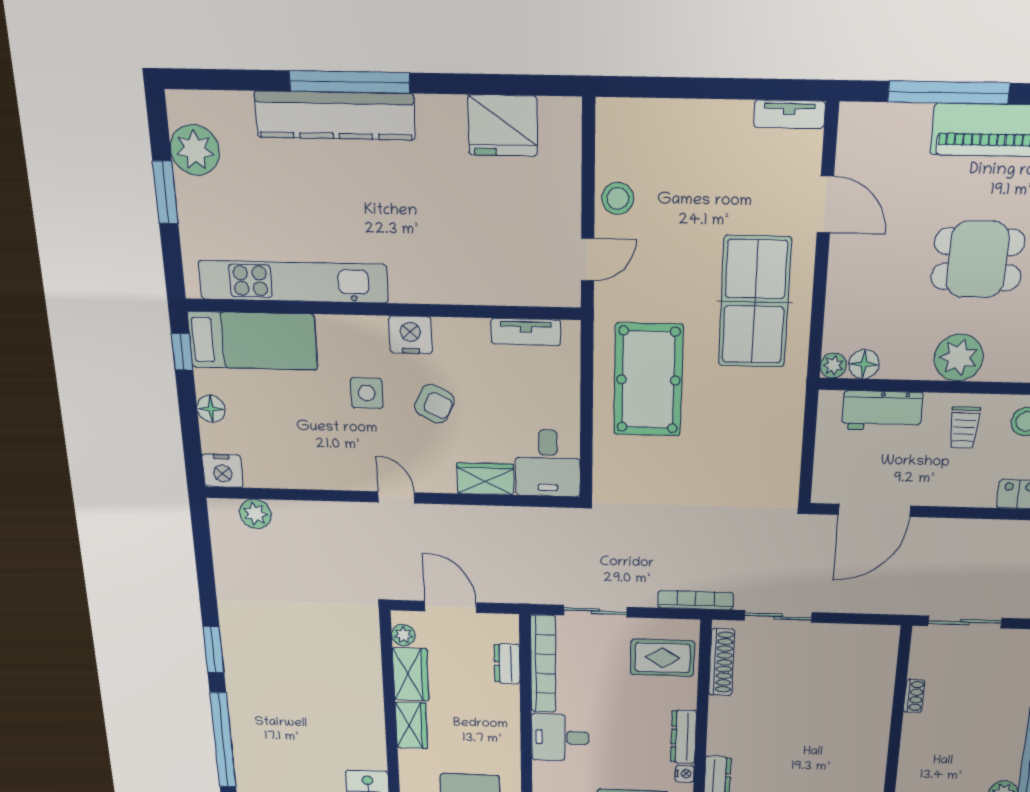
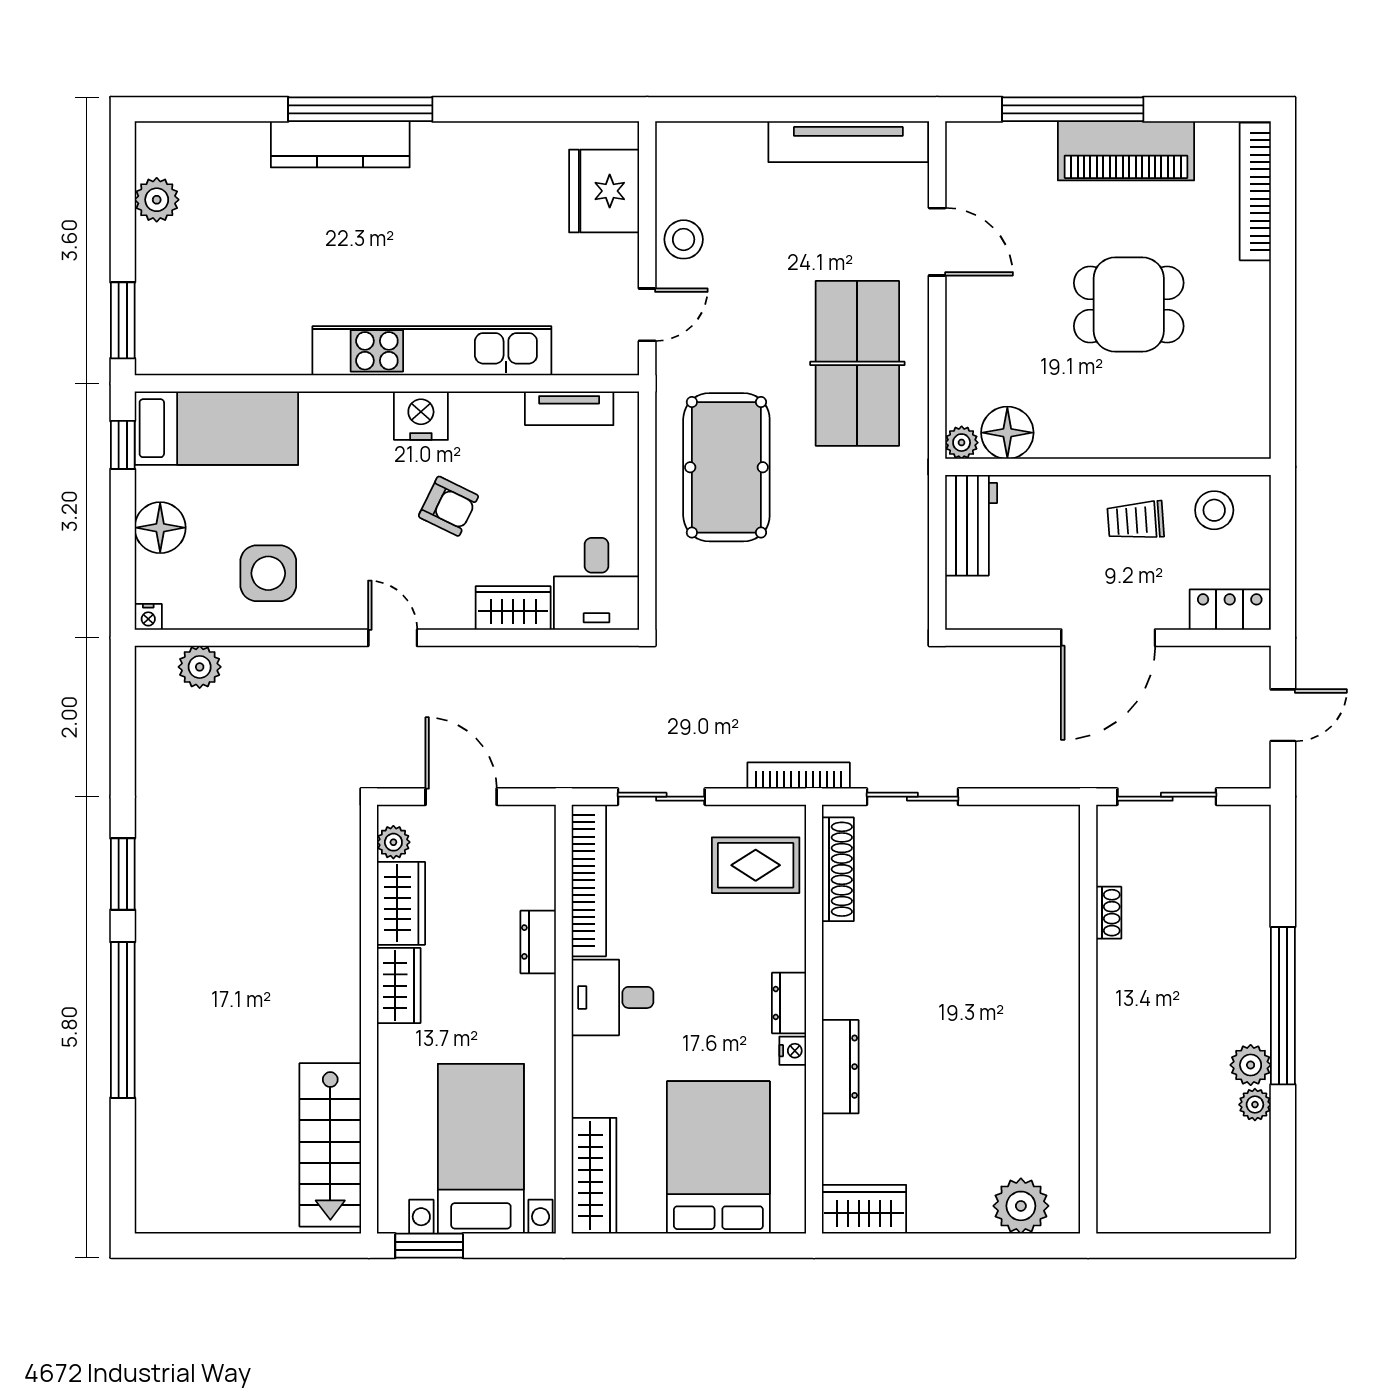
tv unit: (789, 114) -> (848, 142), width x1.92, depth x1.29
kitchen counter: (335, 116) -> (340, 144), width x0.72, depth x0.86
fridge: (503, 126) -> (604, 191), moved, turned 90
plant: (195, 150) -> (157, 200), width x0.73, depth x0.73
window: (165, 192) -> (123, 320), moved
kitchen unit: (293, 282) -> (432, 351), moved
plant: (959, 358) -> (1119, 428), removed
floor lamp: (864, 364) -> (1007, 433), width x1.38, depth x1.38
side table: (367, 393) -> (268, 573), moved, width x1.37, depth x1.37
floor lamp: (211, 409) -> (160, 528), width x1.38, depth x1.38
workbench: (882, 411) -> (971, 525), moved, turned -90
trolley: (964, 428) -> (1136, 520), turned 86
nightstand: (223, 471) -> (148, 617), width x0.53, depth x0.56
door: (874, 510) -> (1108, 638), moved
dresser: (507, 664) -> (538, 942), moved
dresser: (683, 737) -> (789, 1003), width x0.70

